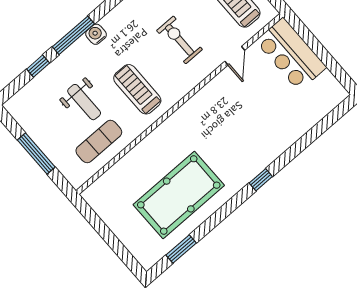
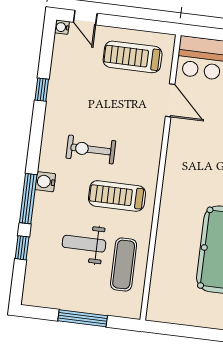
exercise bike: (179, 40) -> (91, 149), moved
door: (235, 56) -> (170, 100), width x1.38
weight bench: (84, 102) -> (84, 244), turned 180

